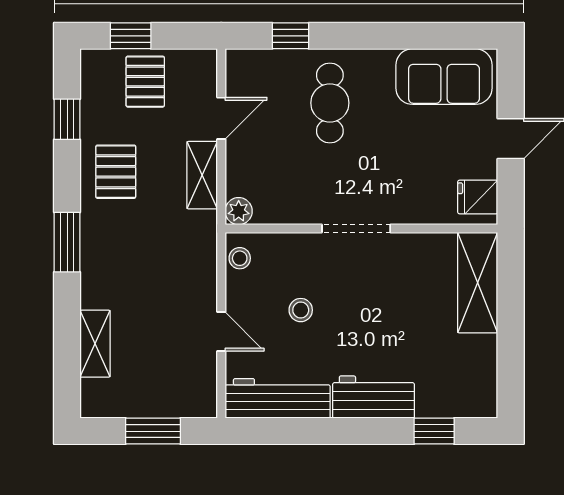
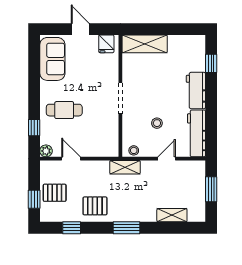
shelving: (202, 175) -> (125, 167), moved
plant: (239, 211) -> (46, 151), moved

